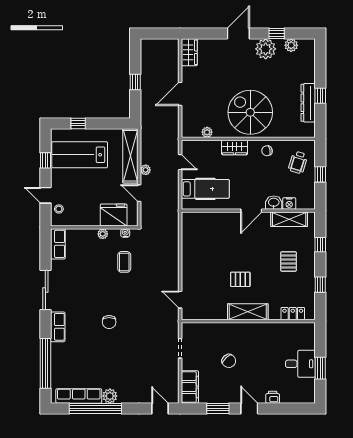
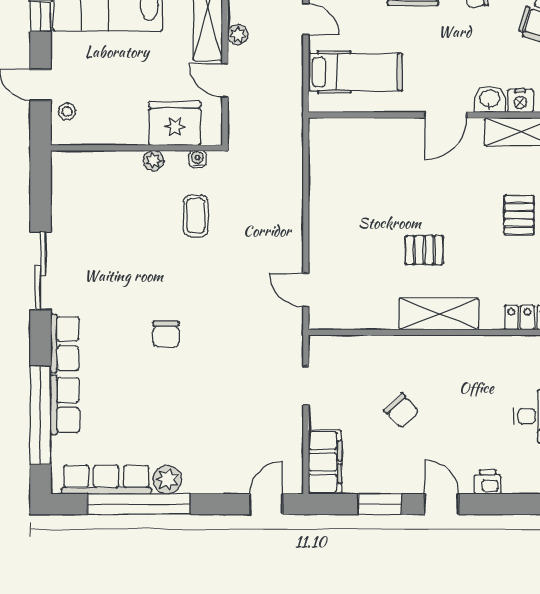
row of seats: (58, 244) -> (65, 405), moved
door: (160, 408) -> (266, 504), hinge flipped

